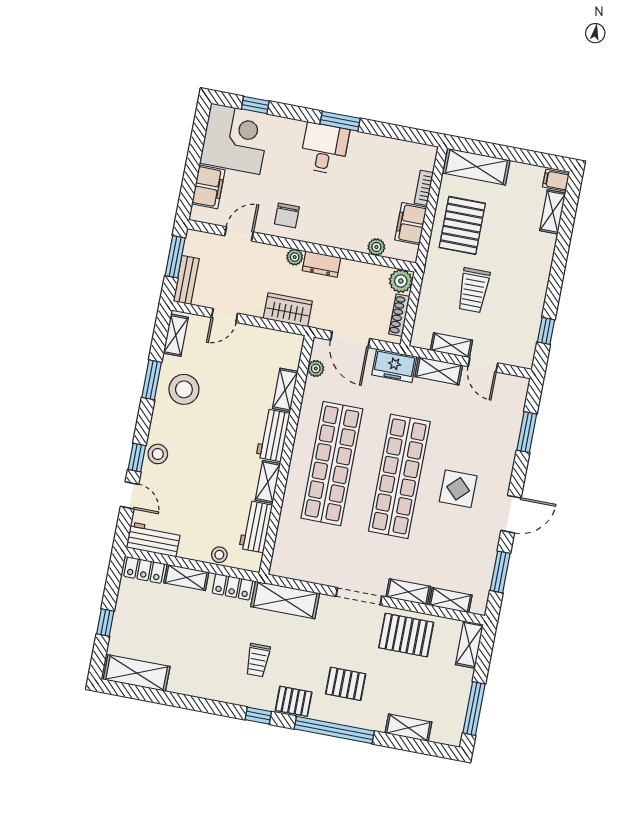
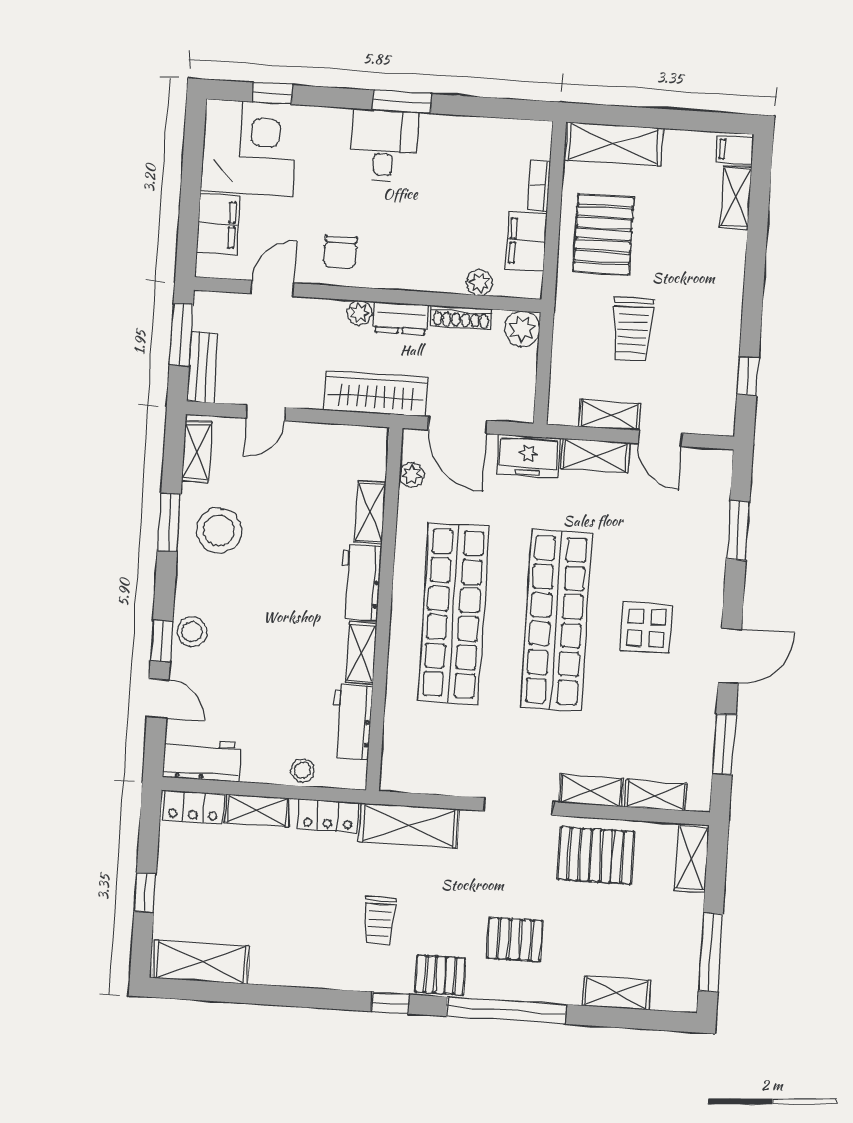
wardrobe: (288, 310) -> (376, 394), width x1.50
shoe rack: (399, 315) -> (461, 317), moved, turned -90

